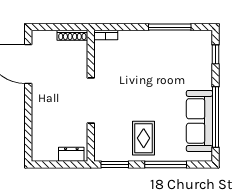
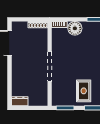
floor lamp: (130, 41) -> (75, 28), added
dresser: (71, 154) -> (20, 101), moved

